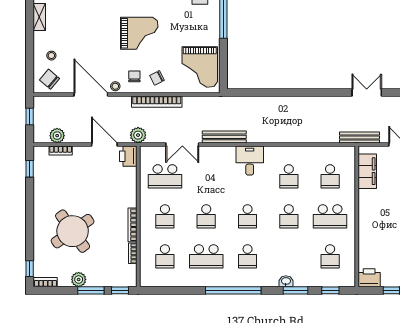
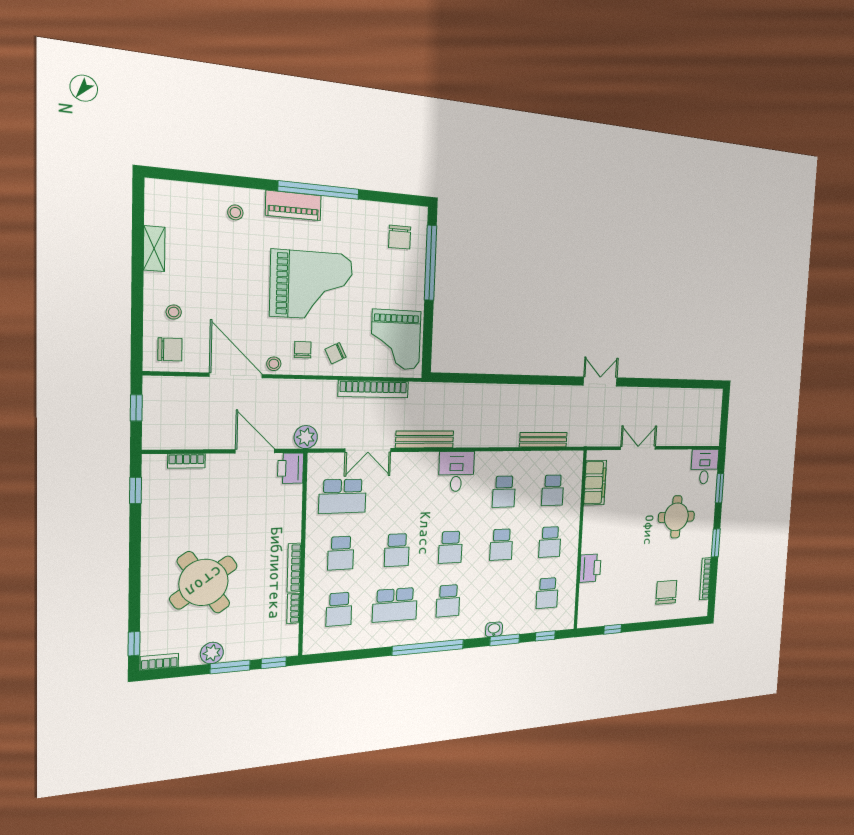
grand piano: (139, 33) -> (312, 285), width x1.37, depth x1.48
chair: (49, 79) -> (170, 349), turned 140
bookcase: (157, 102) -> (374, 389), moved
plant: (57, 136) -> (181, 438), removed
bench: (360, 137) -> (543, 440), moved
school desk: (330, 216) -> (550, 542), width x0.54
printer: (369, 278) -> (590, 568), moved, turned 90

